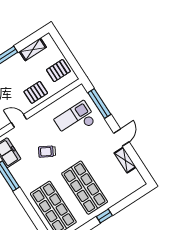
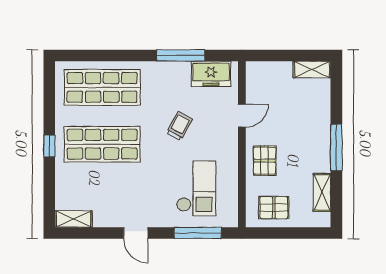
pallet: (58, 71) -> (274, 208), turned 90
shelving: (125, 160) -> (73, 219), moved

